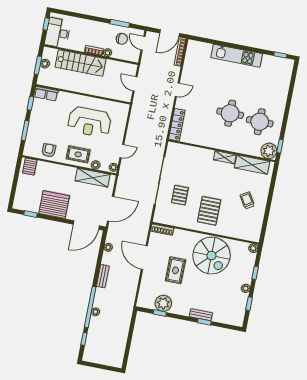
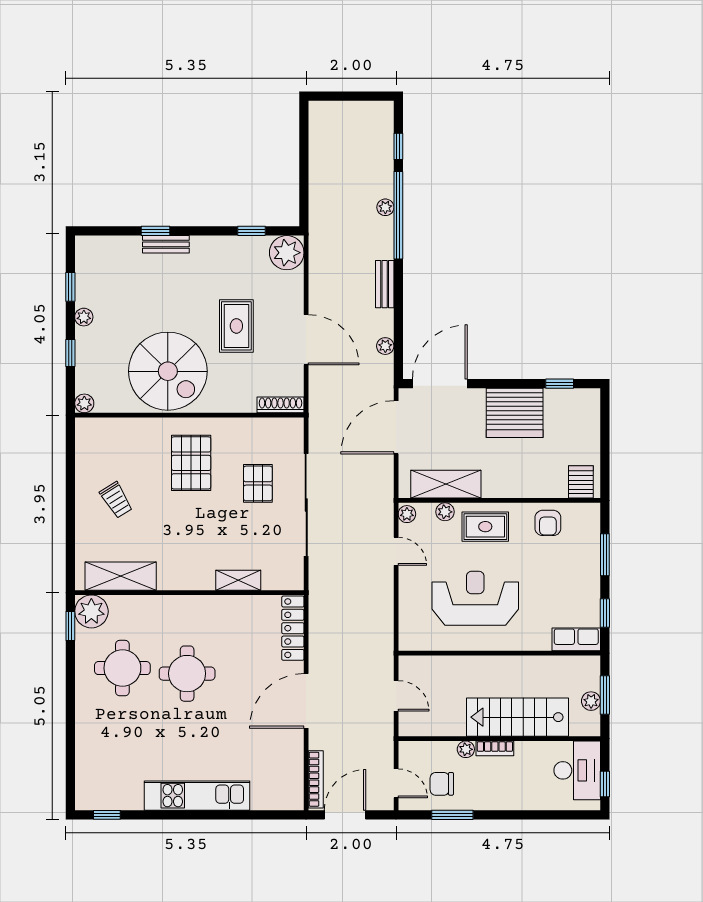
door: (177, 90) -> (306, 701), width x1.87
door: (122, 151) -> (396, 551), swing flipped
shelving: (225, 157) -> (238, 580), moved
spiral stairs: (211, 256) -> (168, 371), turned 180
plant: (163, 303) -> (287, 253), moved

